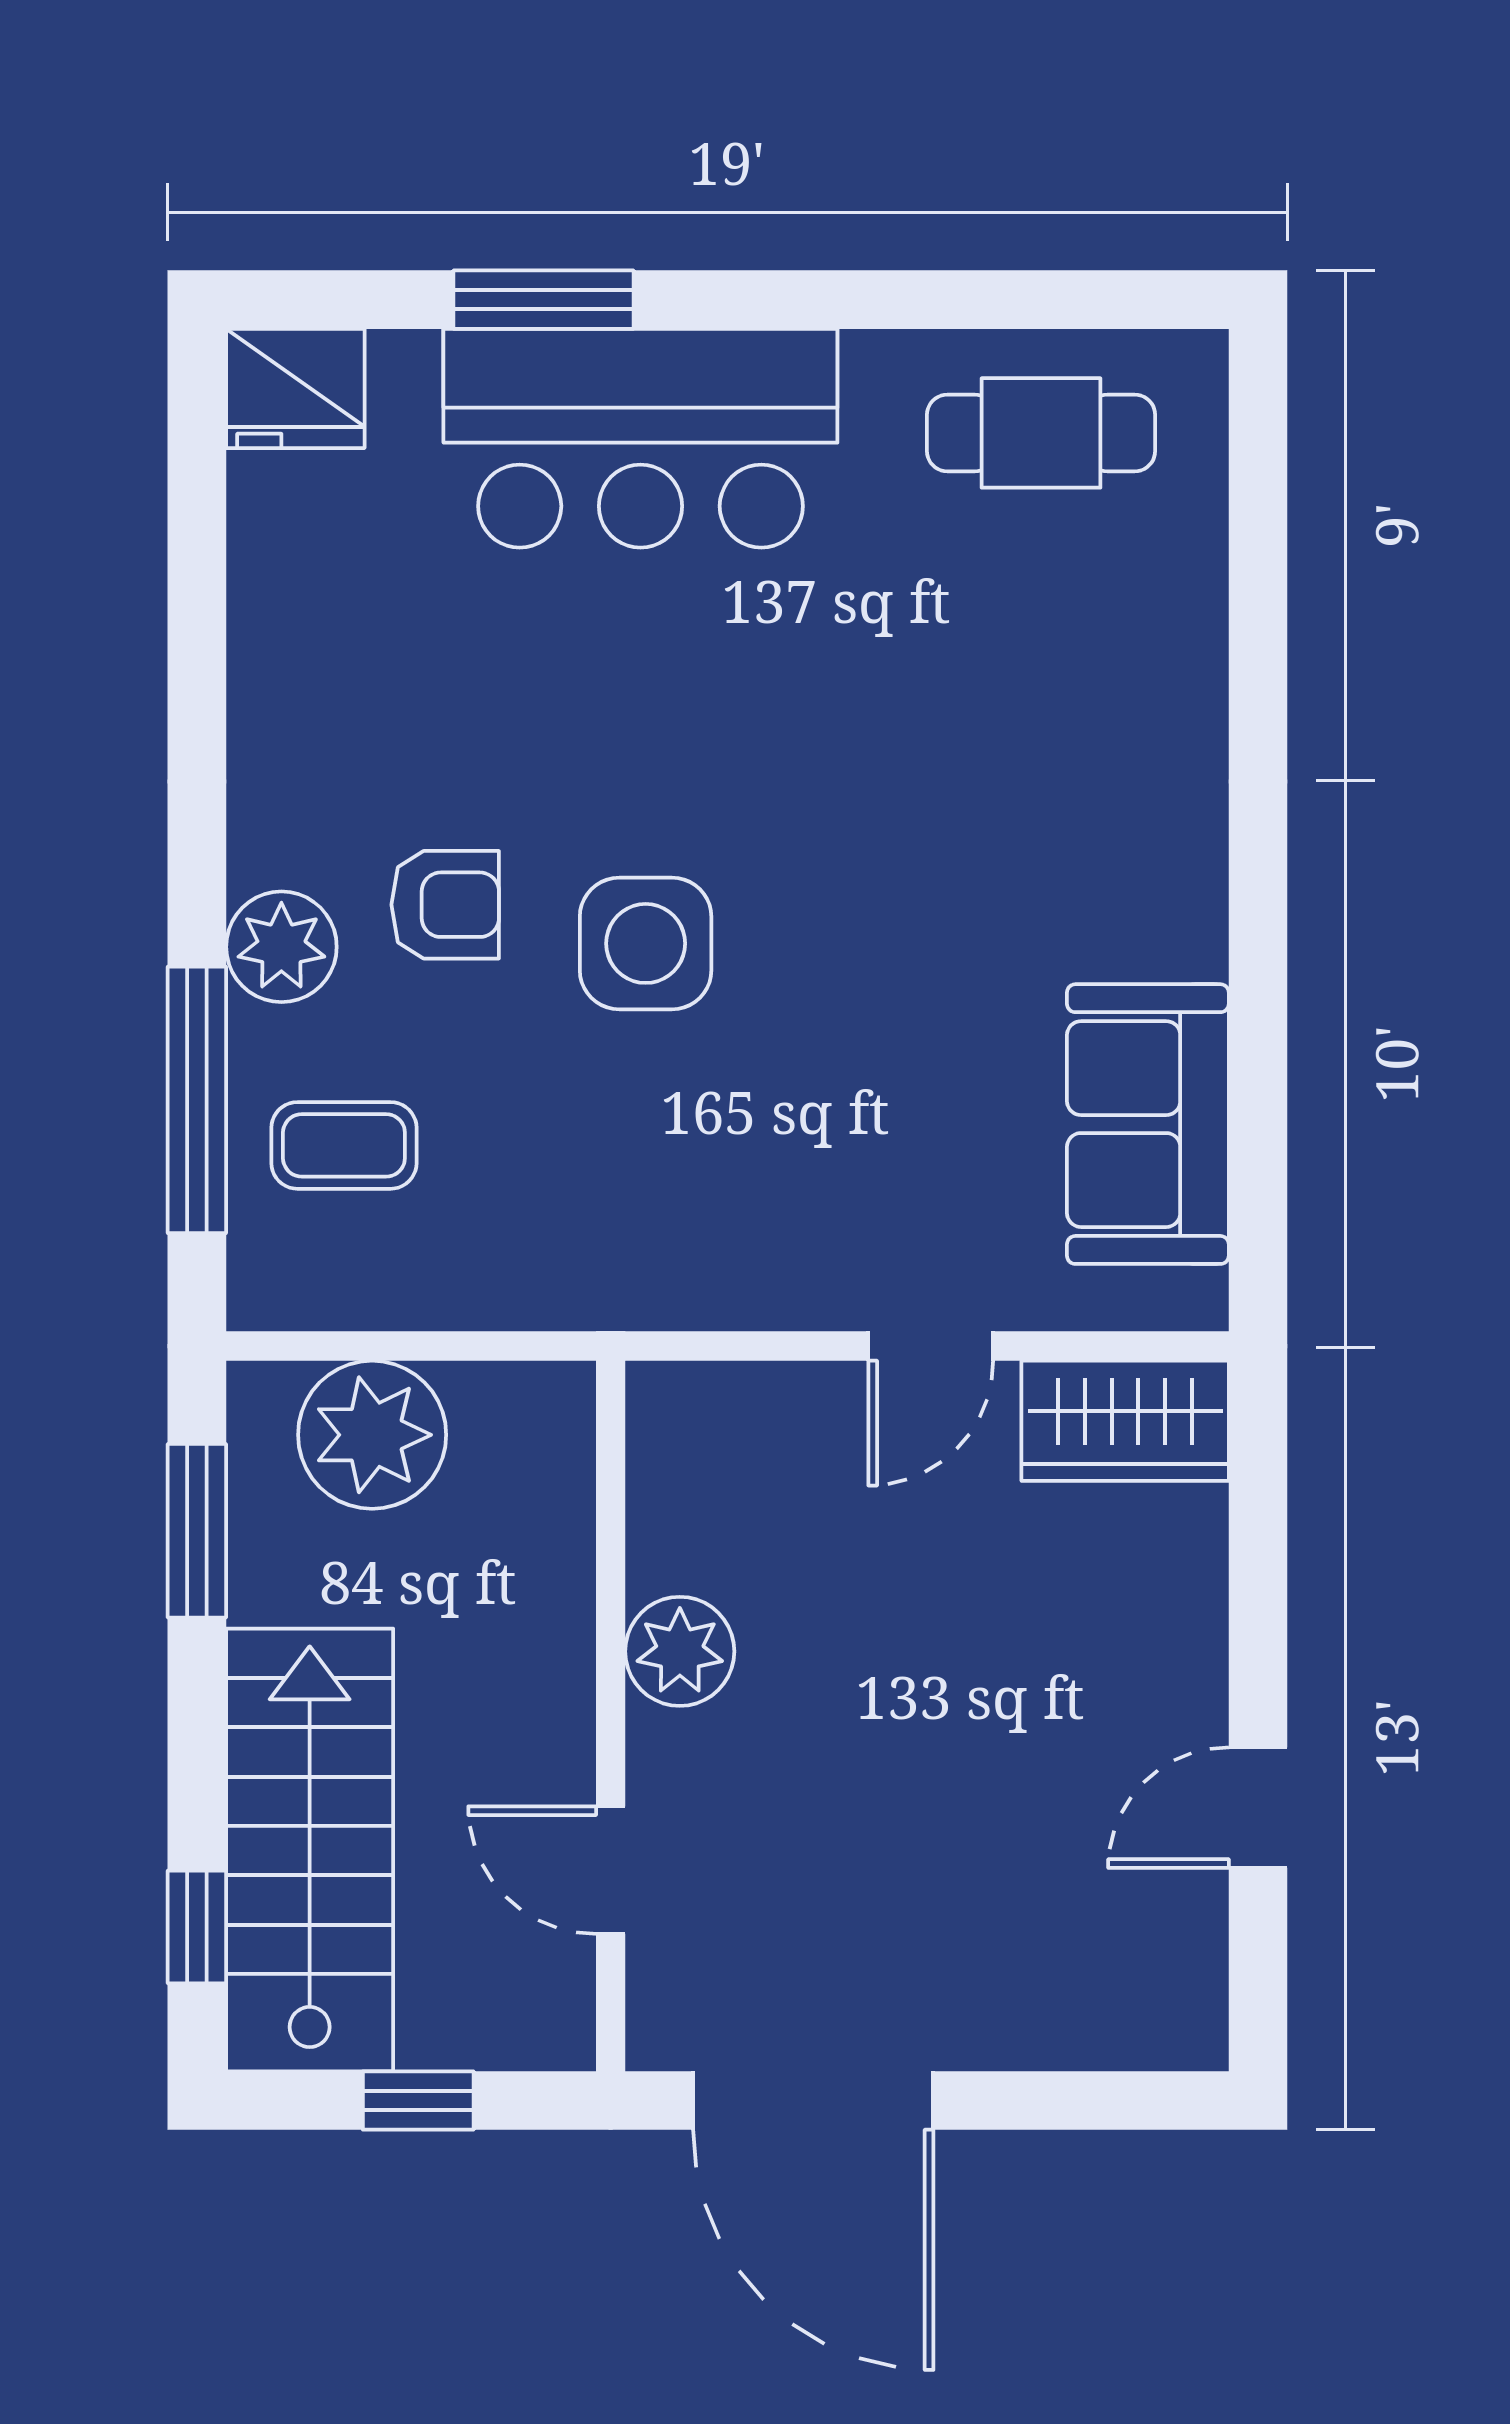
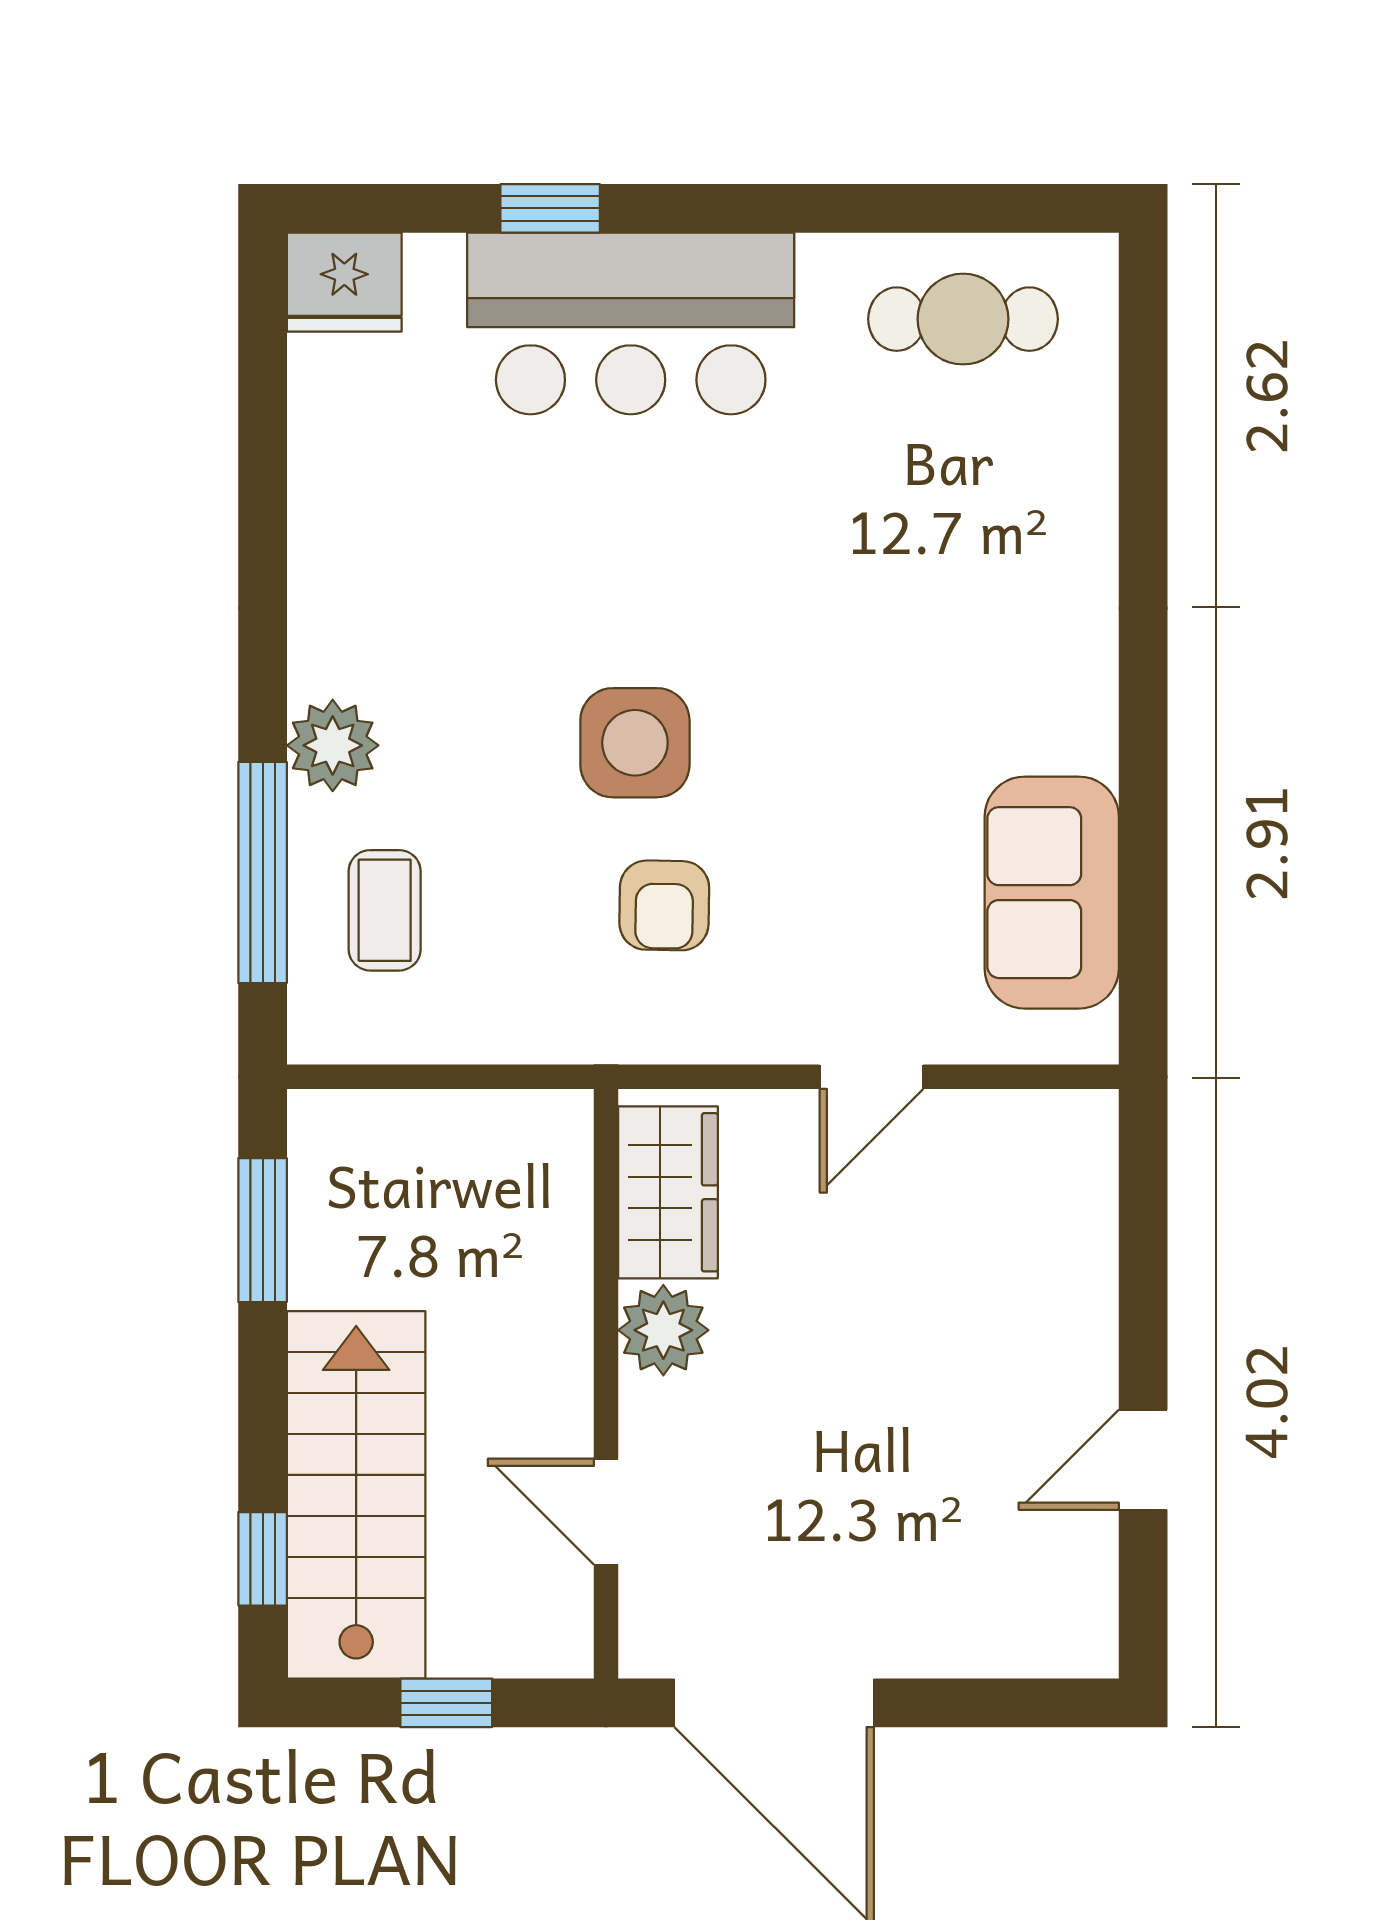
window: (543, 300) -> (550, 208), width x0.67
armchair: (445, 905) -> (664, 905), moved, turned 91
coffee table: (344, 1145) -> (385, 910), turned 90
wardrobe: (1125, 1421) -> (668, 1192), moved, turned -90
plant: (372, 1435) -> (408, 1150), removed

